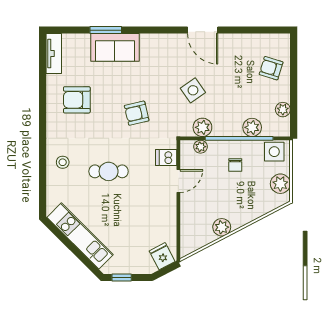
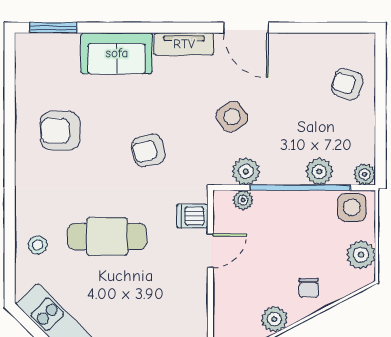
window: (106, 30) -> (53, 28), moved
tv unit: (54, 54) -> (184, 44), moved, turned 90
plant: (283, 110) -> (365, 174), moved
stool: (63, 162) -> (38, 245), moved
chair: (235, 165) -> (309, 288), moved
cafe table: (109, 171) -> (107, 237), width x1.37, depth x1.35

